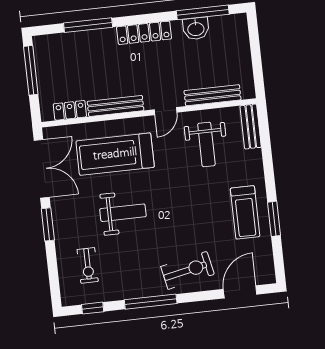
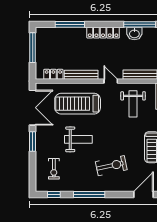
door: (166, 111) -> (111, 81), swing flipped
exercise bike: (187, 270) -> (111, 166), moved

